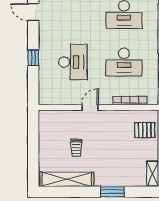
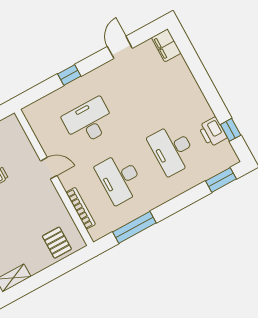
desk: (73, 62) -> (89, 122), turned 180

